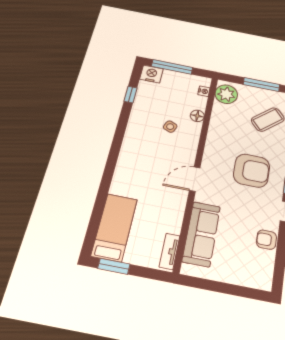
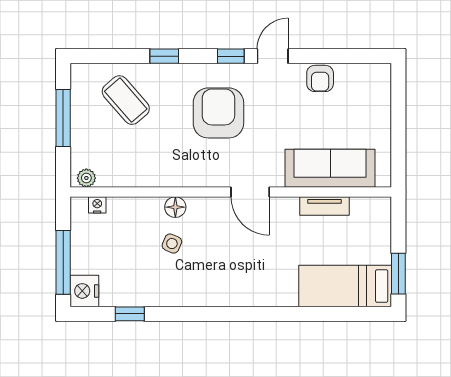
plant: (226, 94) -> (86, 178), width x0.53, depth x0.53
floor lamp: (197, 116) -> (175, 207), moved
tv unit: (170, 251) -> (325, 206), moved

